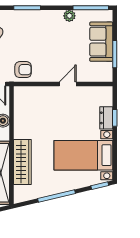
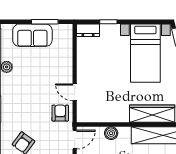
door: (68, 84) -> (75, 92), moved
dresser: (106, 118) -> (88, 30), moved

